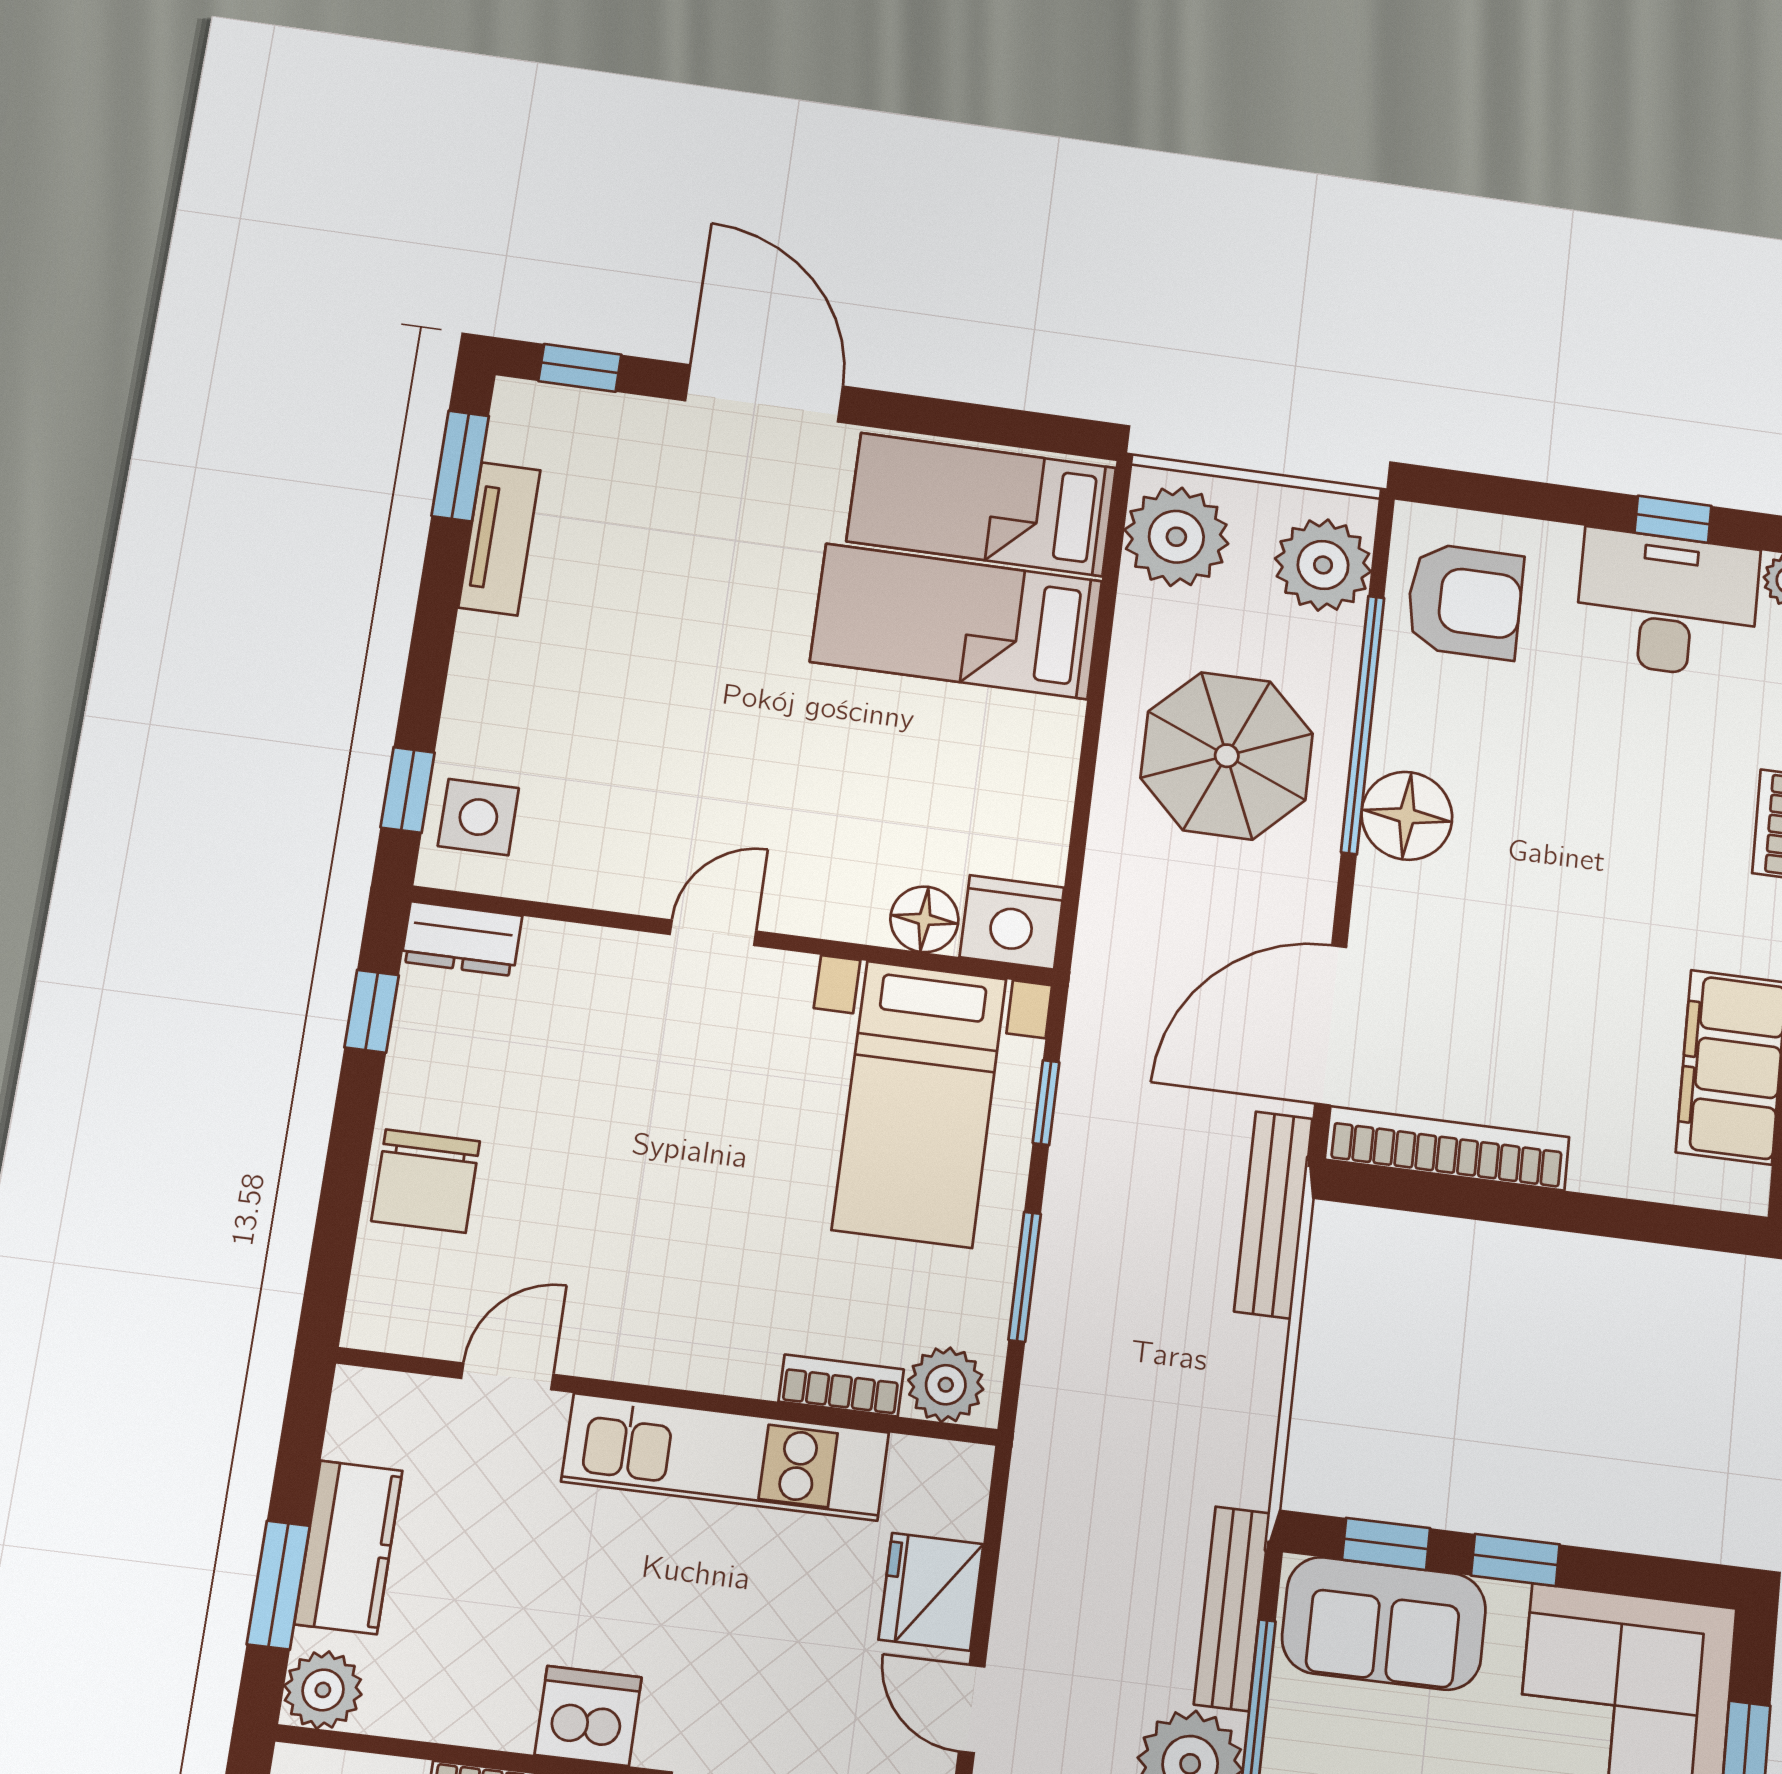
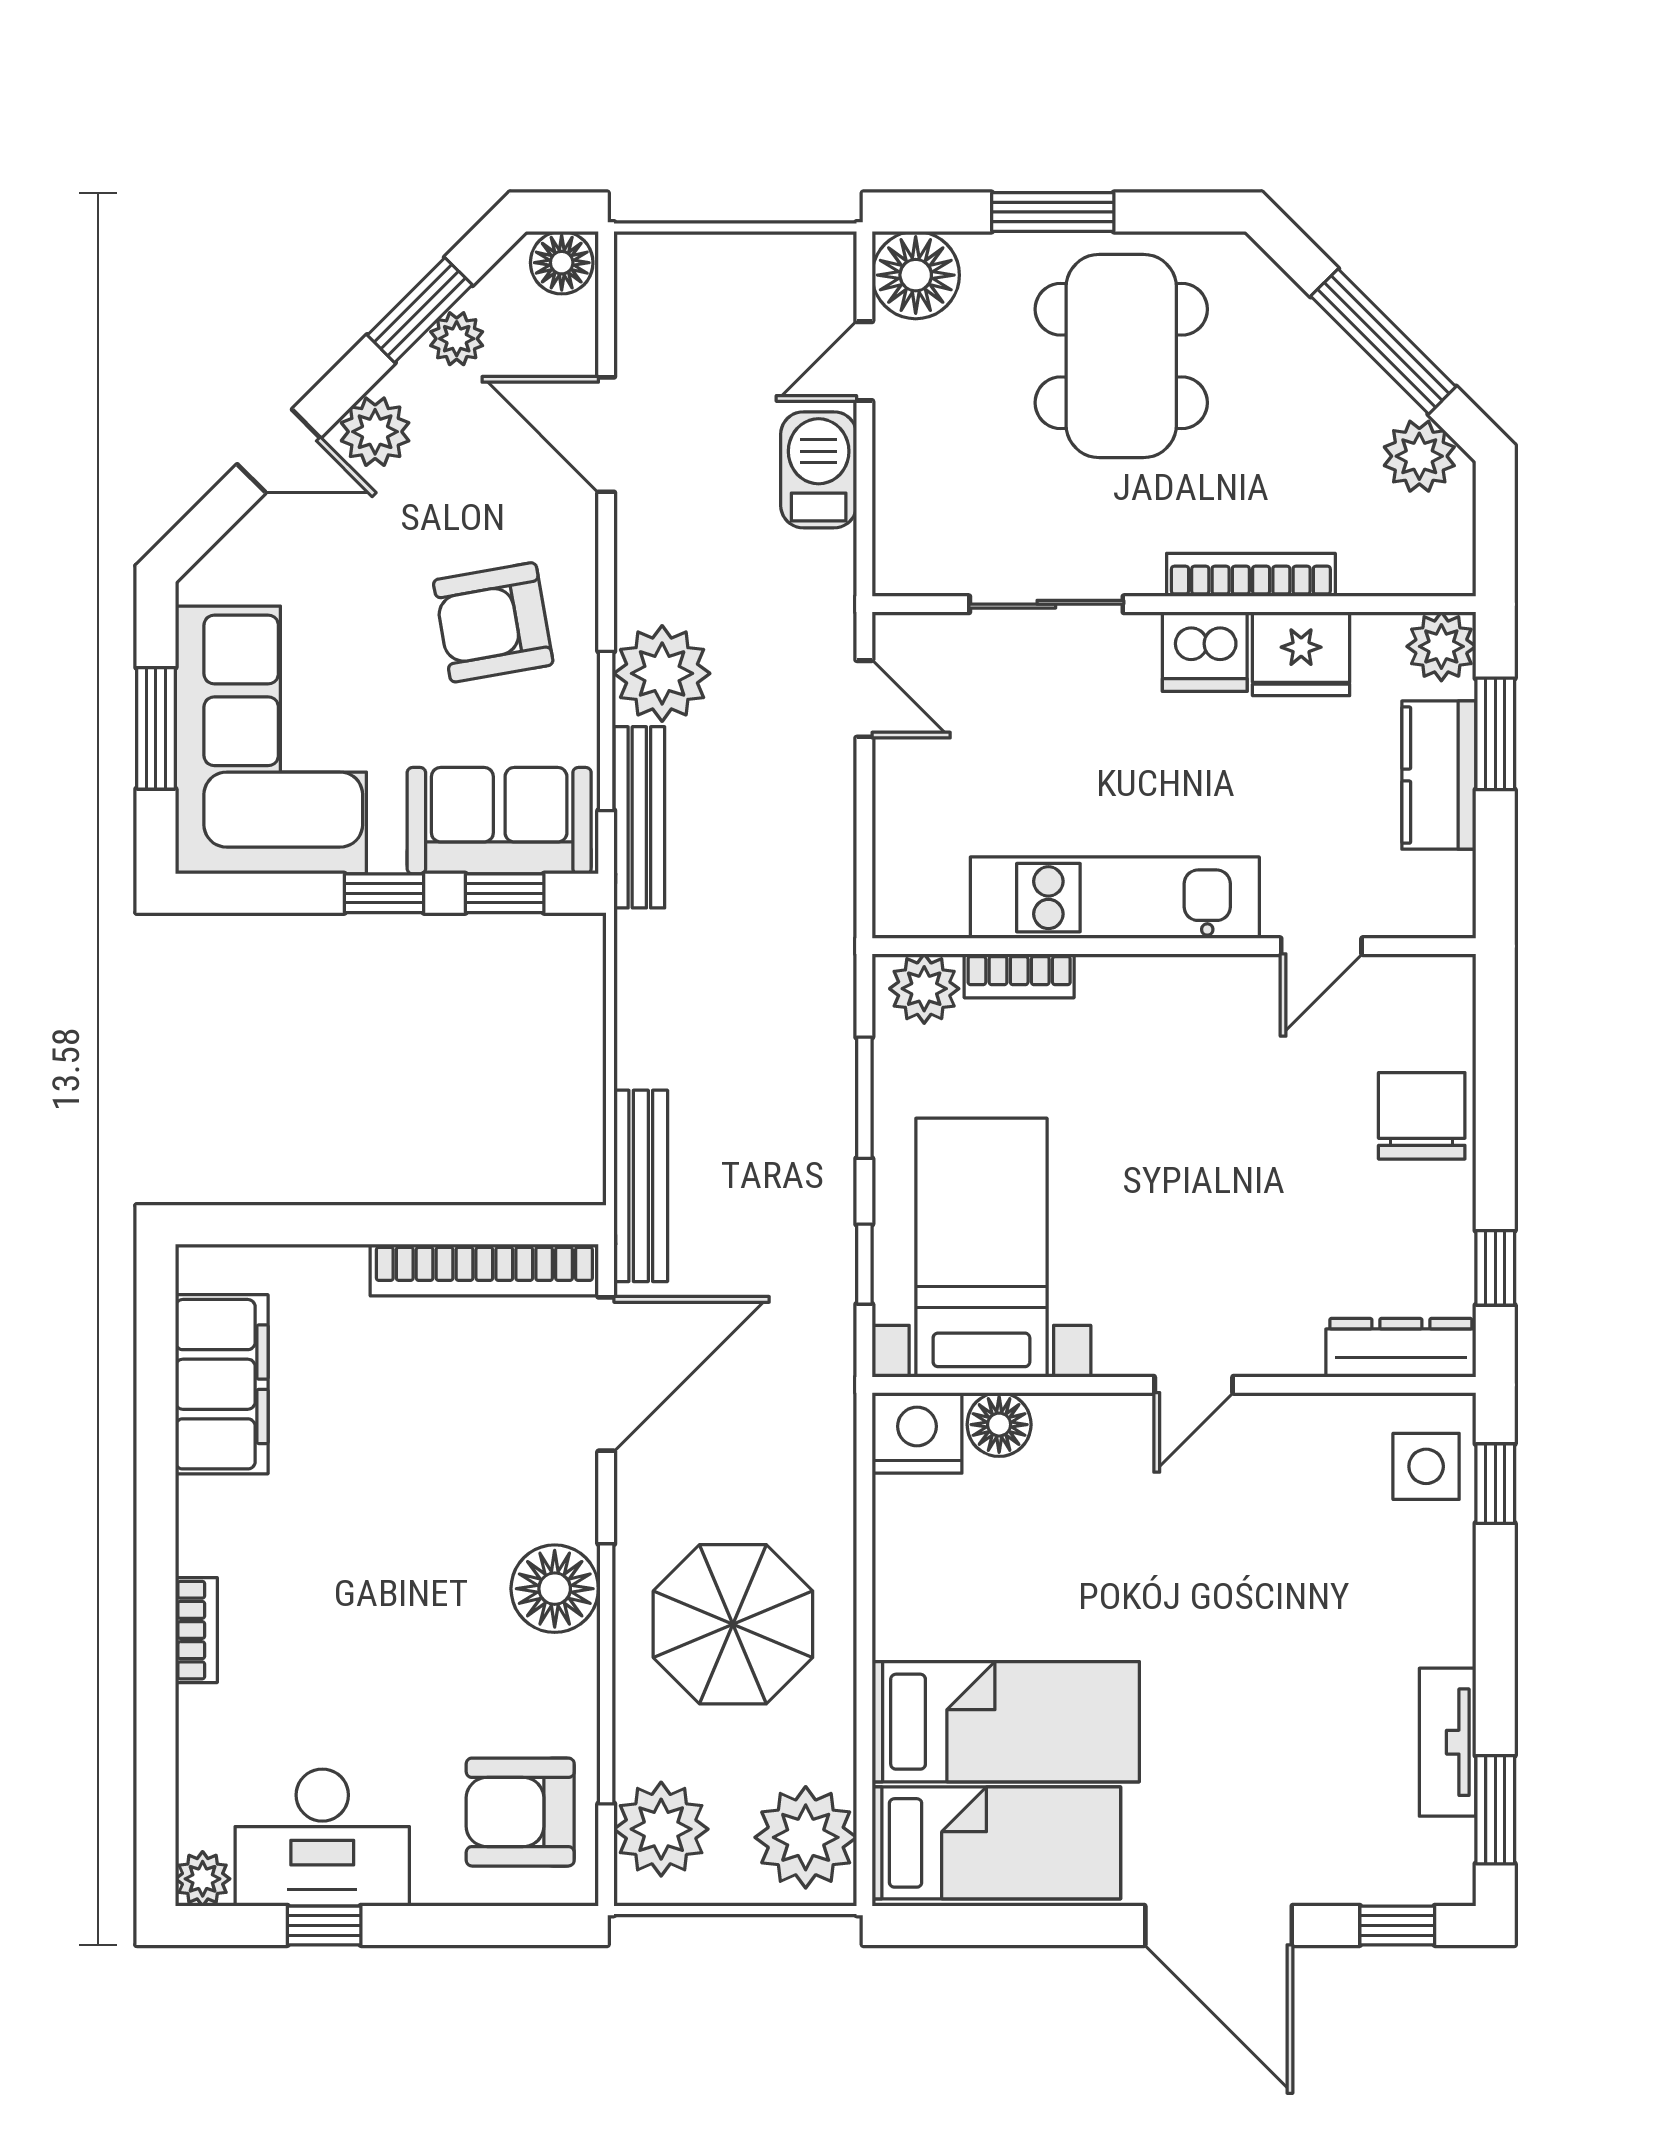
dresser: (462, 939) -> (1401, 1348), width x1.44
fridge: (931, 1592) -> (1301, 654), moved, turned 90

